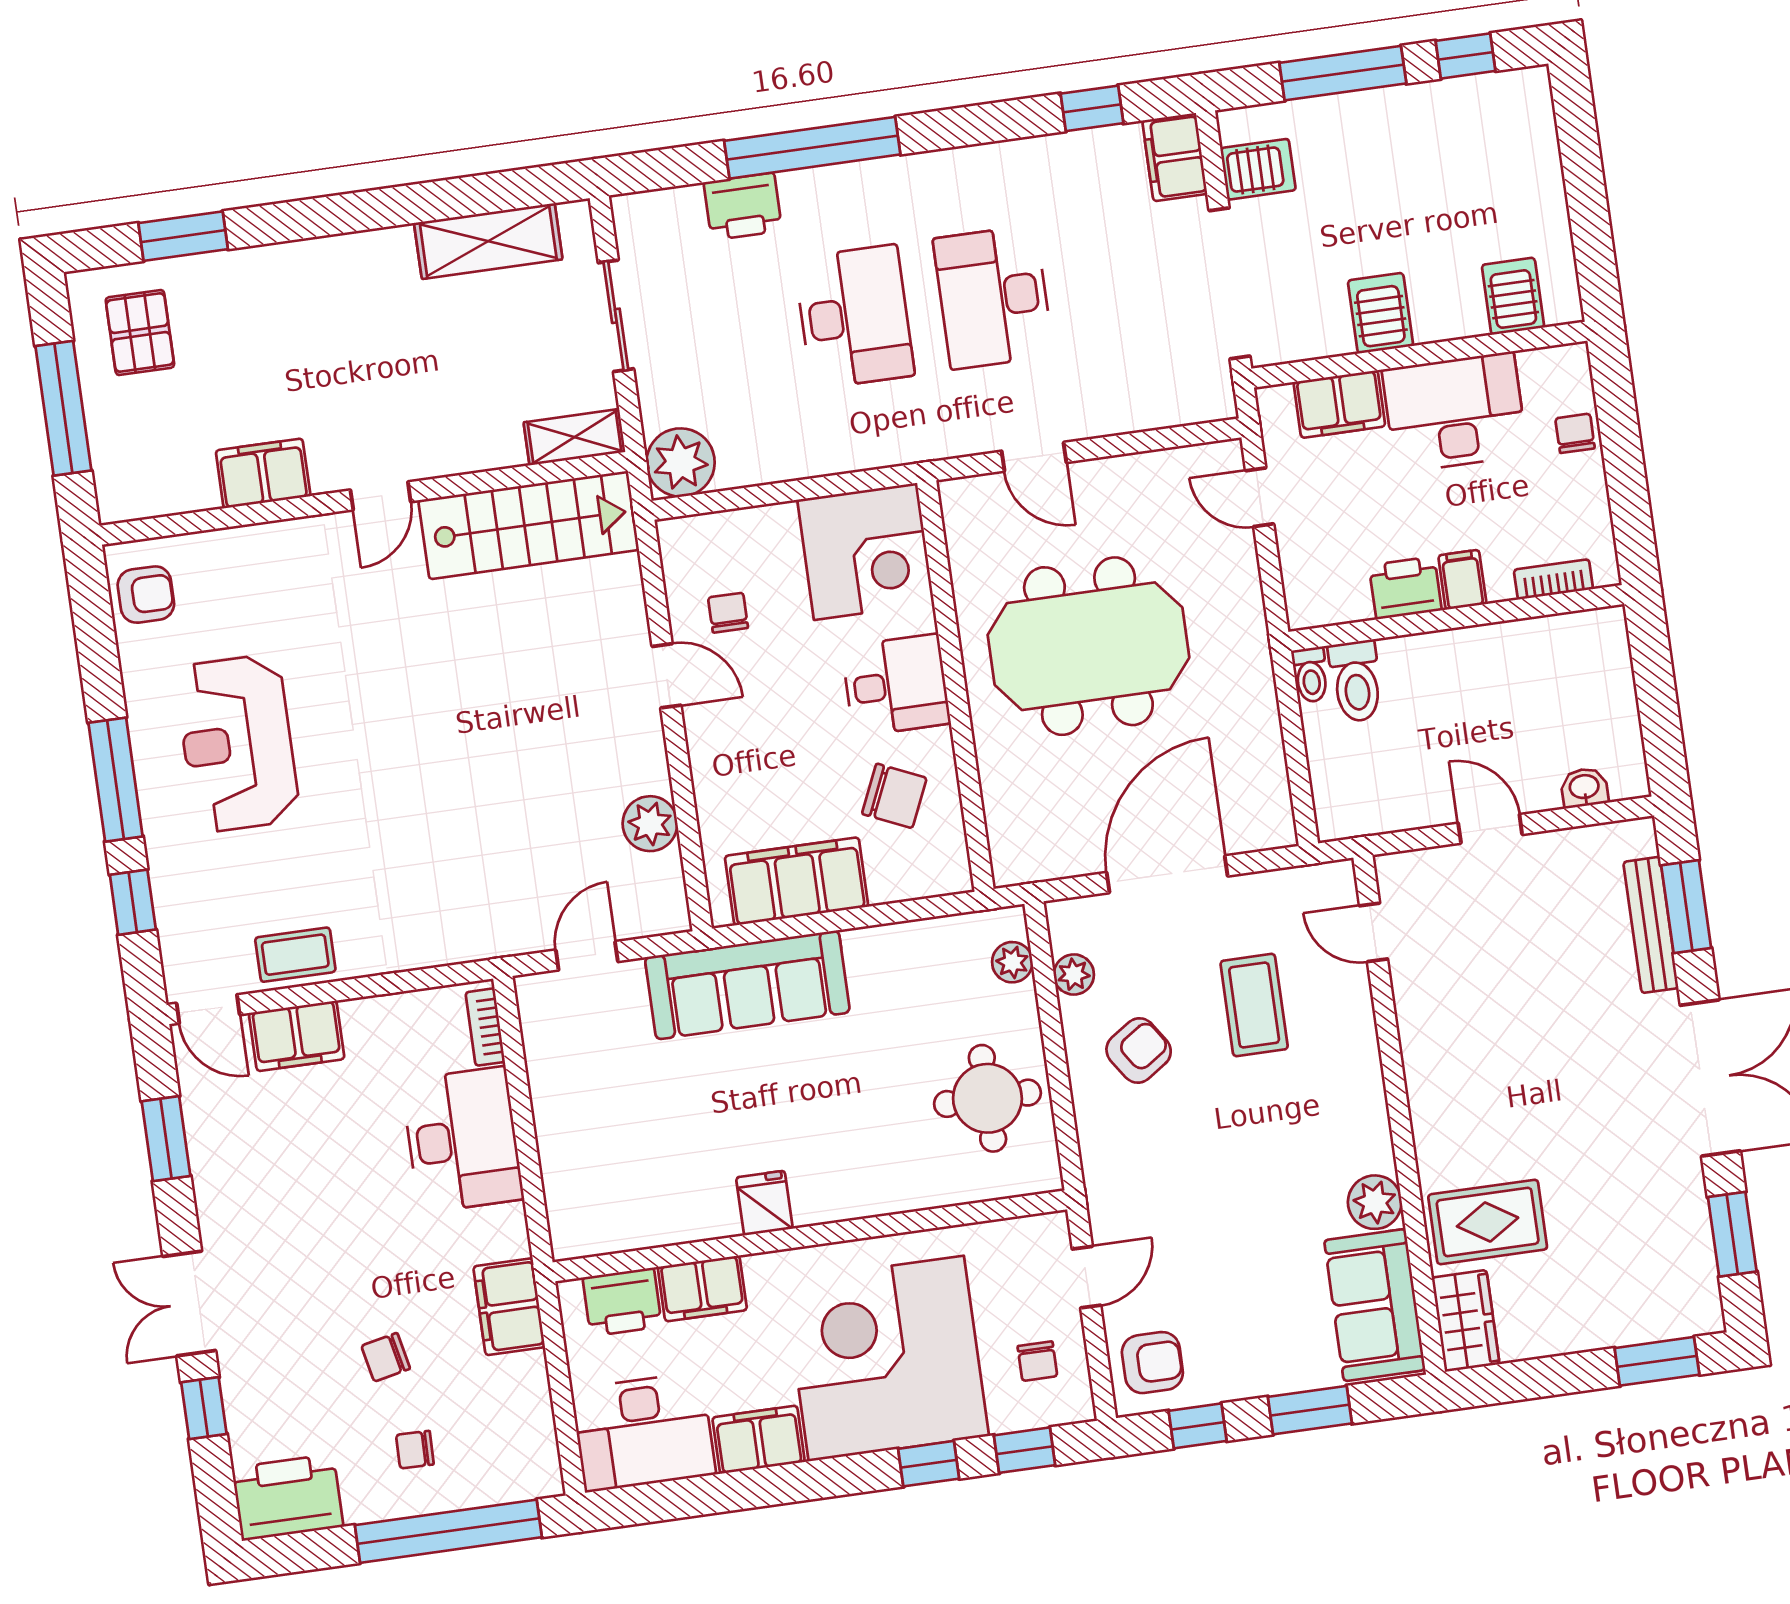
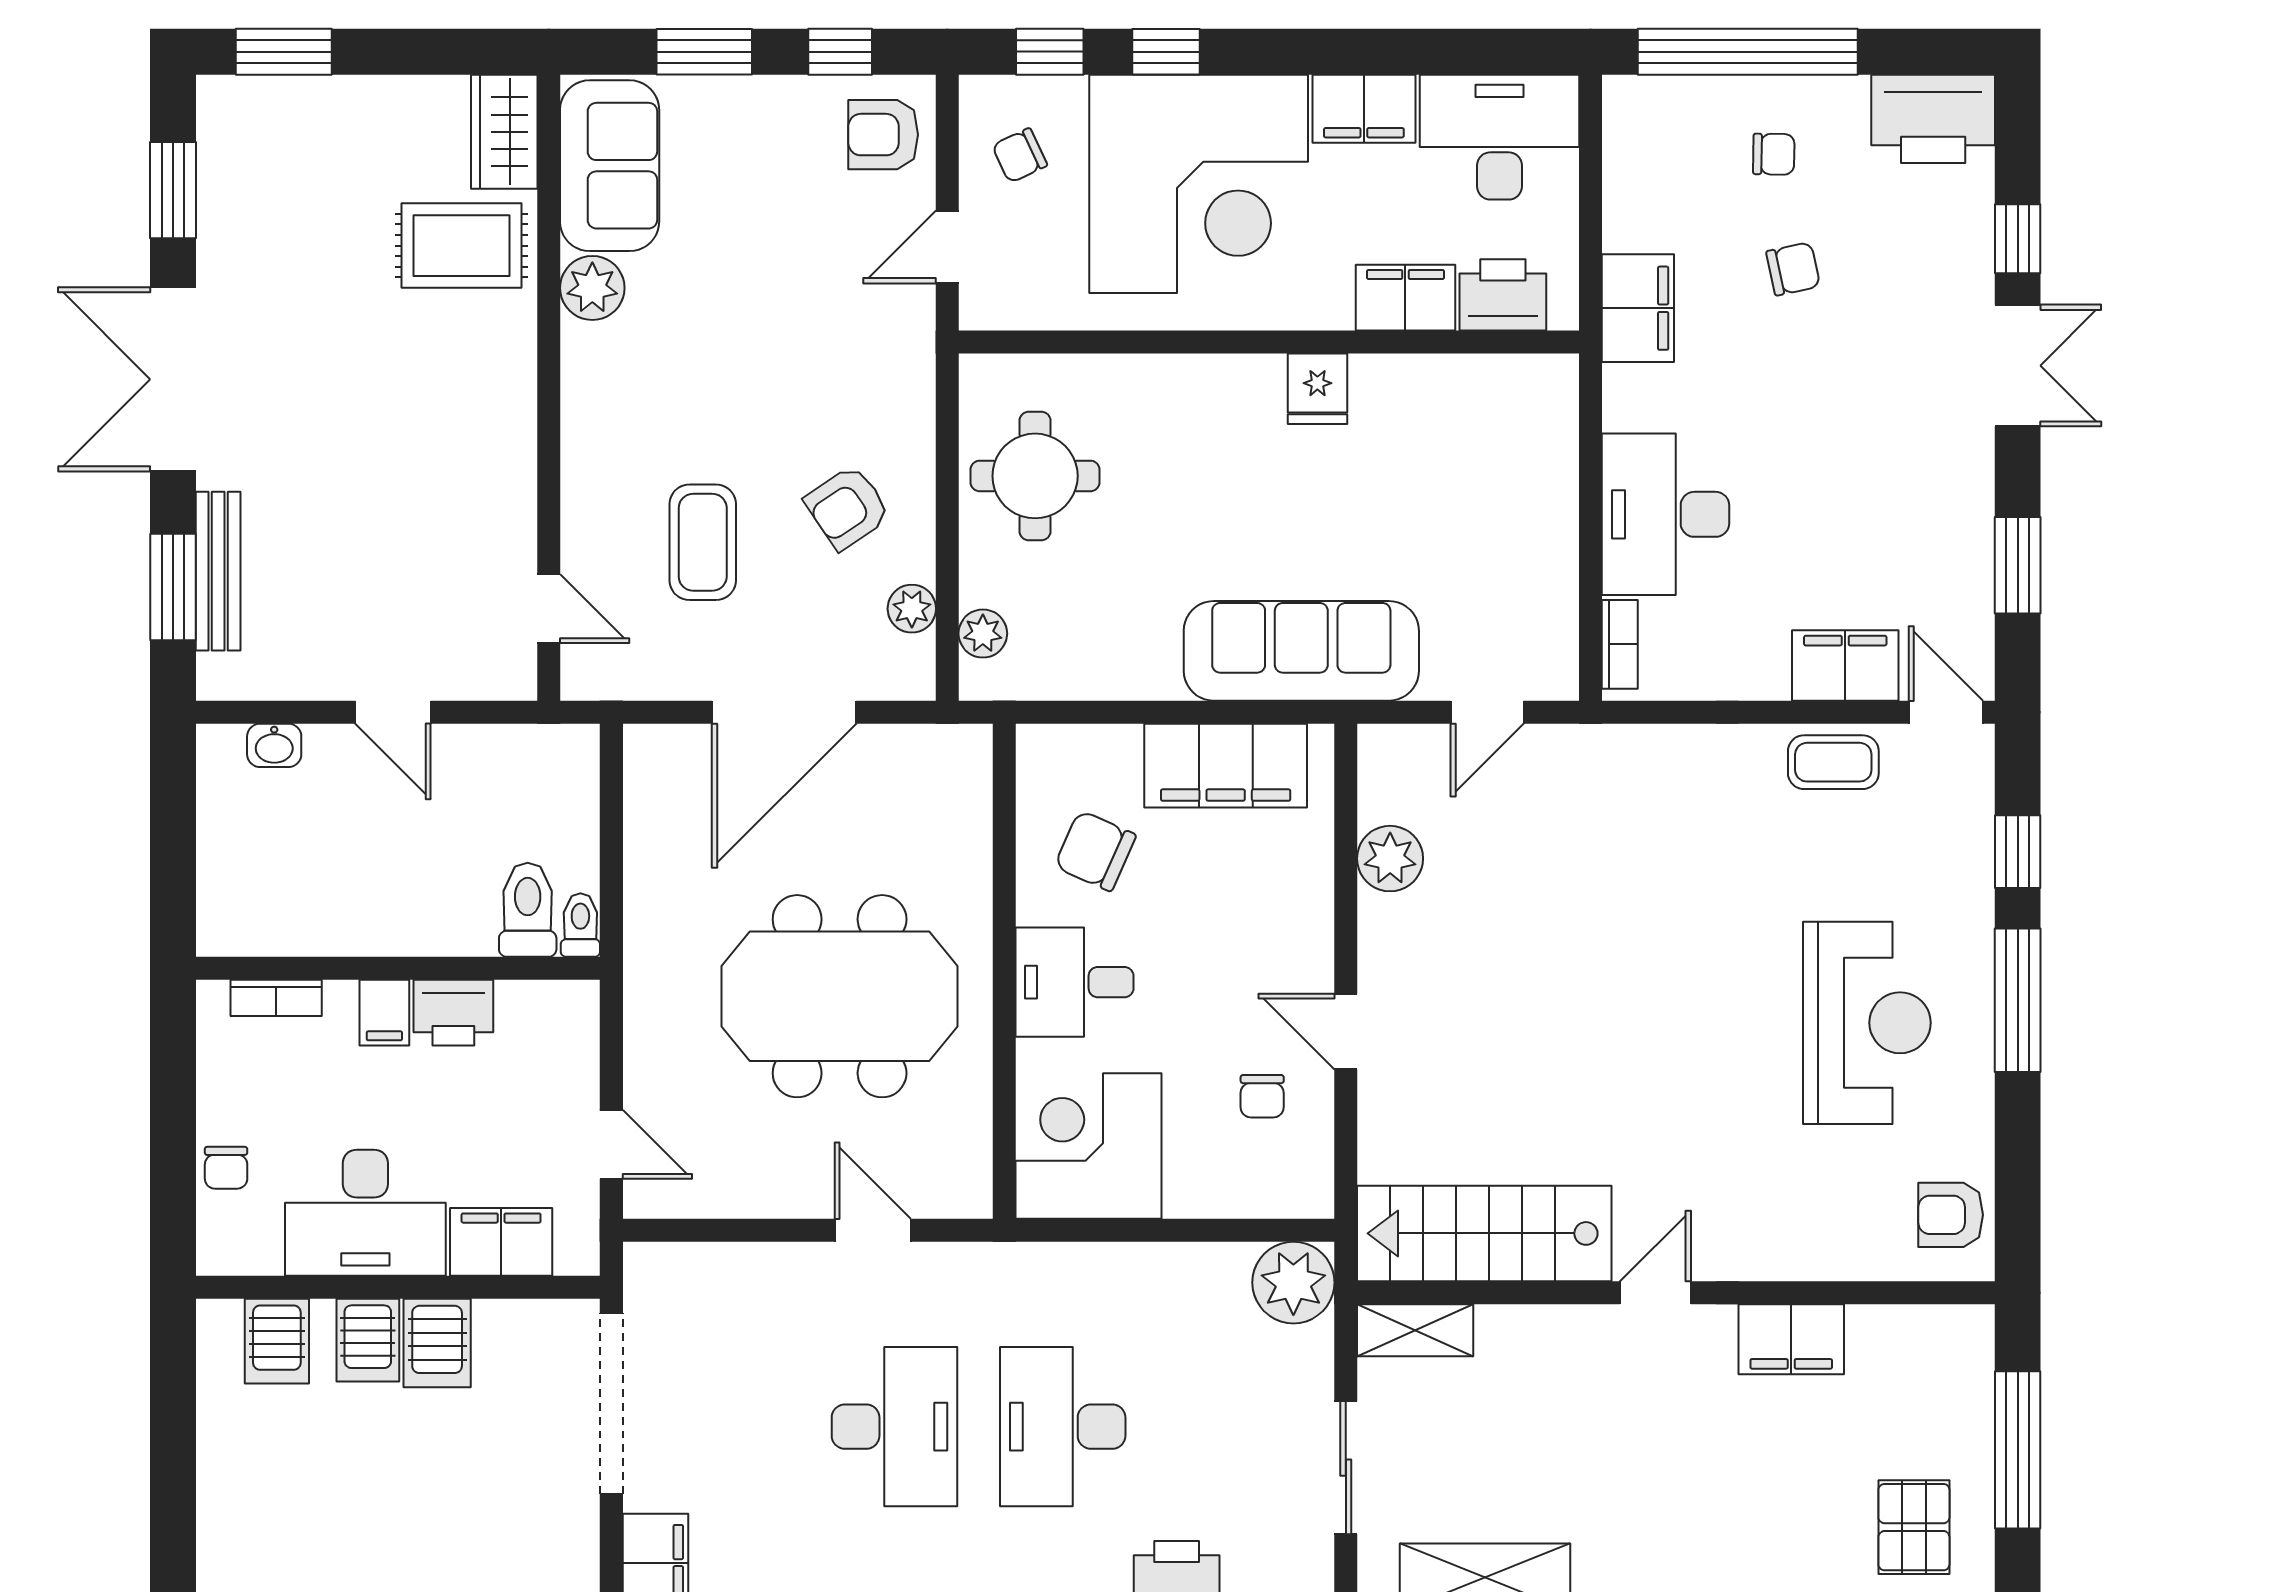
server rack: (1258, 169) -> (368, 1340), moved, turned -90
chair: (1037, 1361) -> (1020, 155), turned -115

